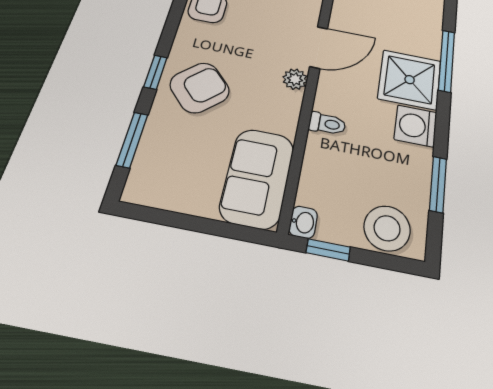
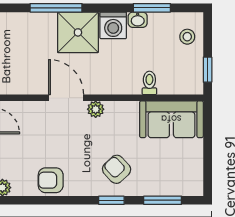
armchair: (200, 88) -> (117, 169), width x0.72, depth x0.72
toilet: (327, 124) -> (149, 83), moved
washbasin: (303, 222) -> (138, 20), moved, turned 180
stool: (387, 228) -> (187, 37), width x0.53, depth x0.53

